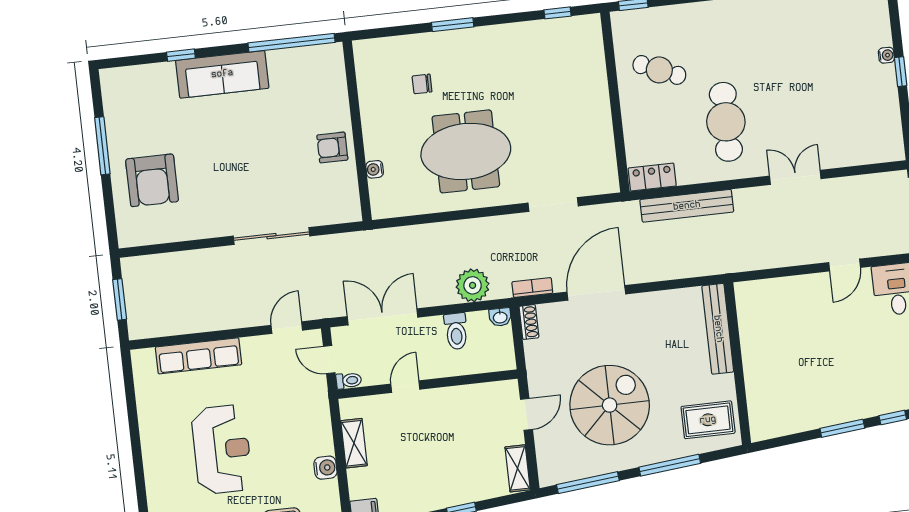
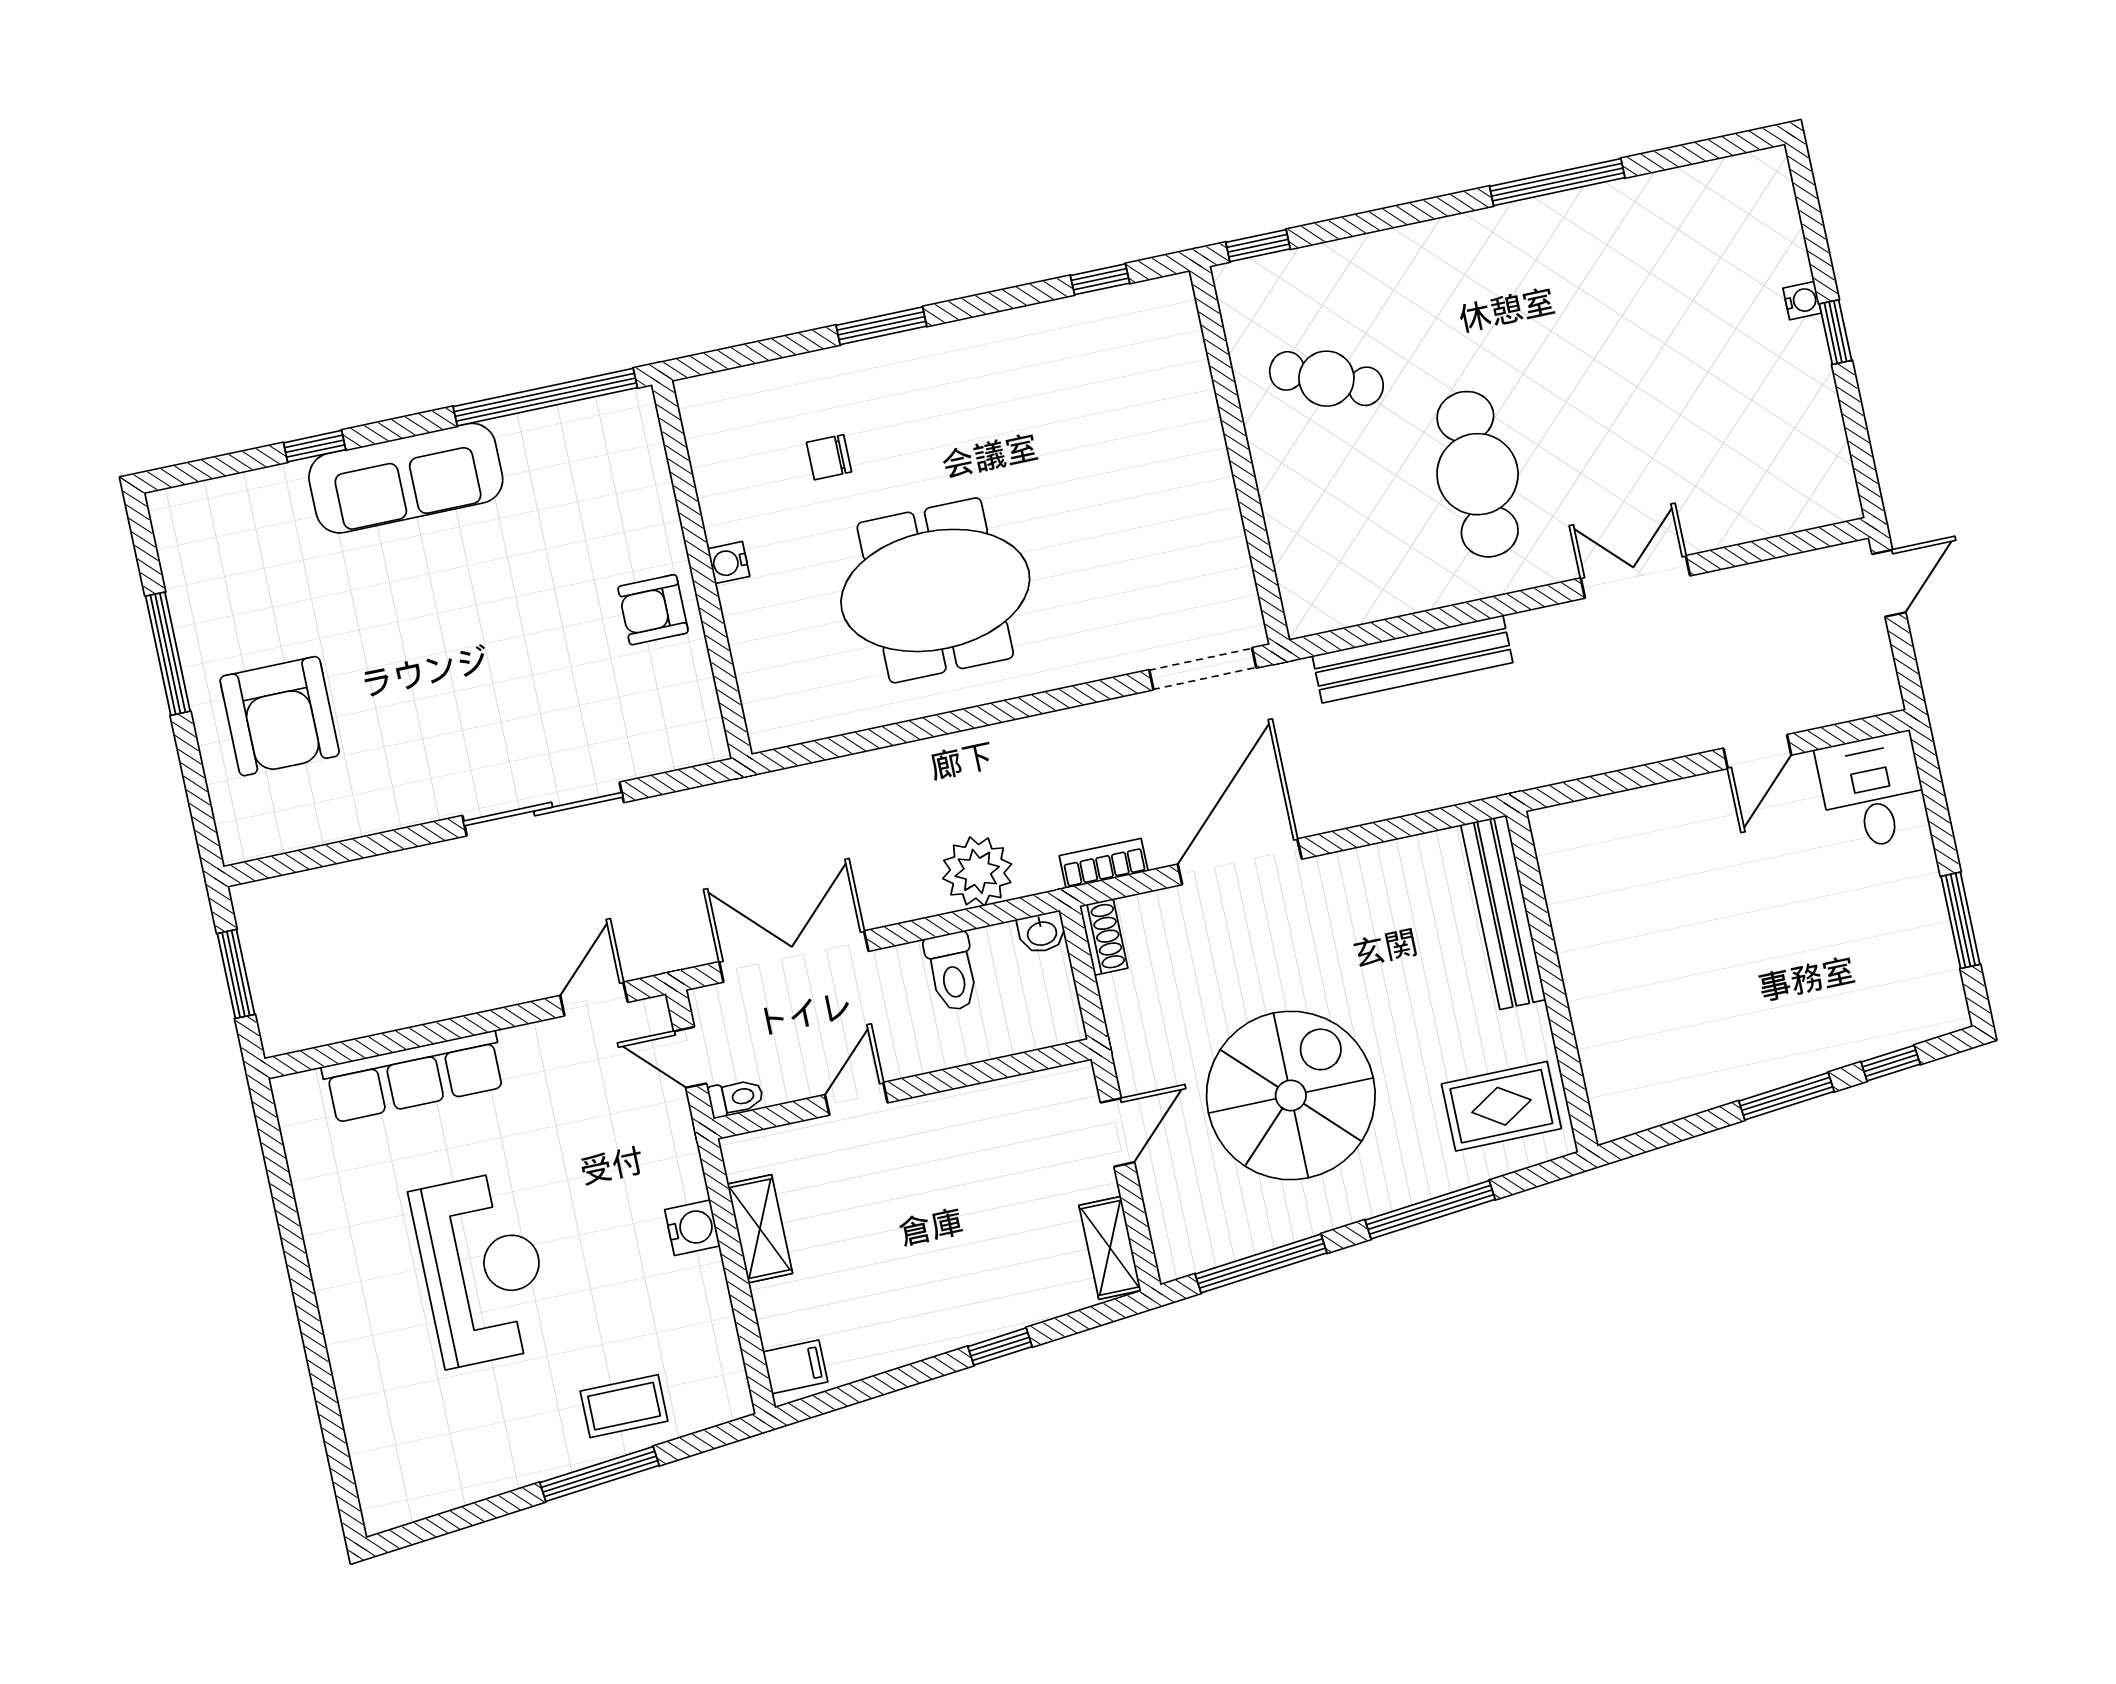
water cooler: (375, 169) -> (729, 563), moved
locker: (652, 177) -> (1333, 606), removed
doorway: (553, 205) -> (1203, 669), moved
water cooler: (325, 468) -> (692, 1228), moved

